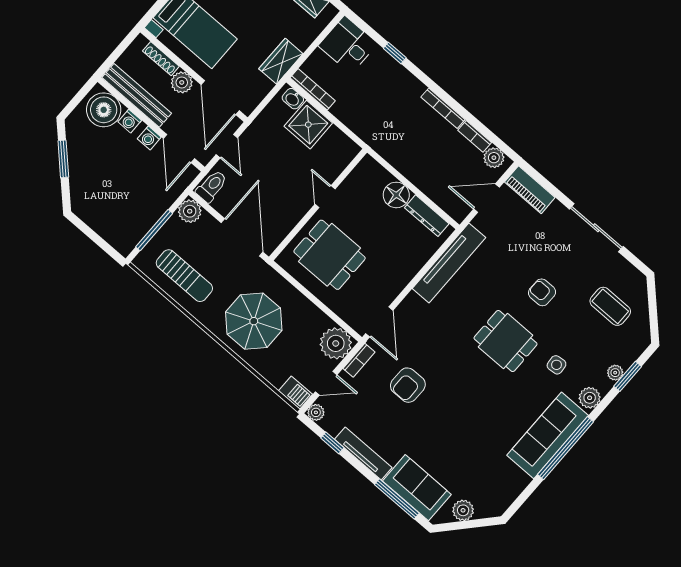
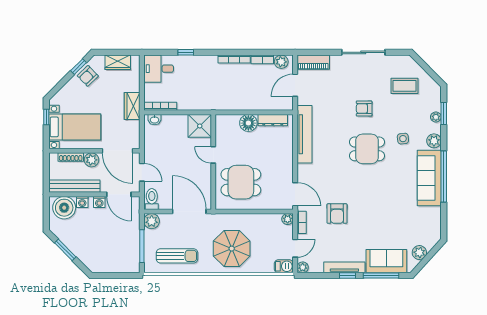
shower: (308, 125) -> (200, 126), moved
plant: (336, 343) -> (288, 219), width x0.53, depth x0.53
window: (332, 443) -> (348, 276), moved

